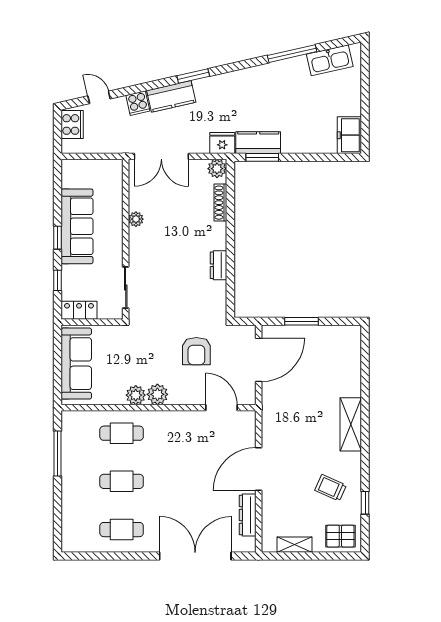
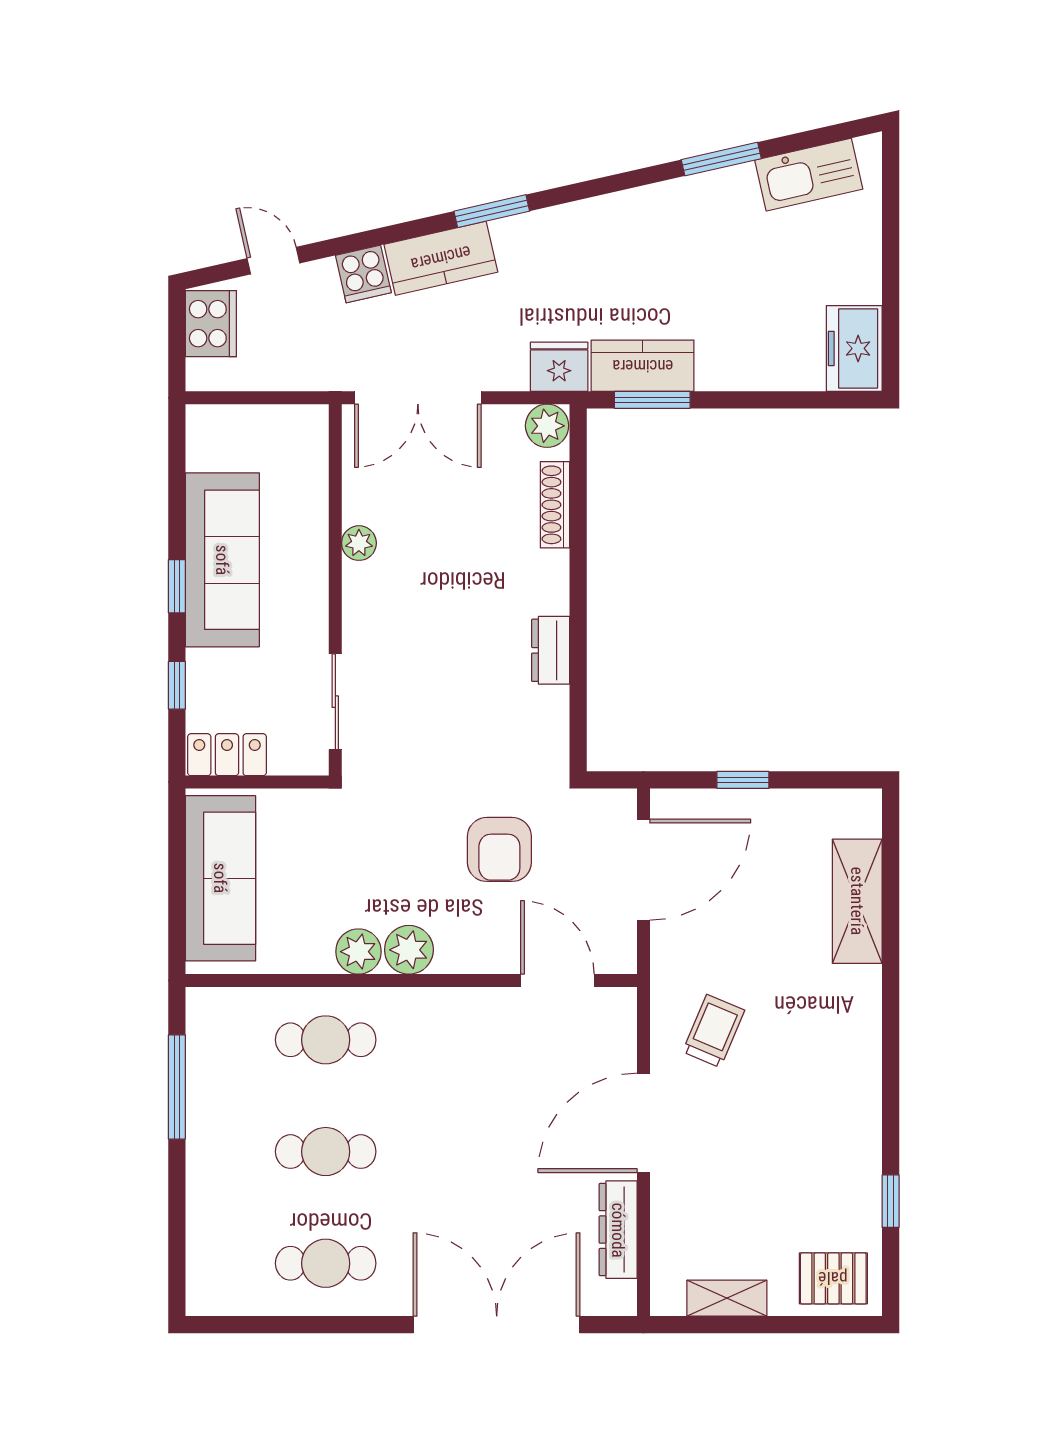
window: (292, 54) -> (721, 159), width x0.69
window: (301, 321) -> (743, 780), width x0.67
shelving: (351, 424) -> (857, 901), moved
trolley: (331, 488) -> (714, 1031), moved, turned 89

